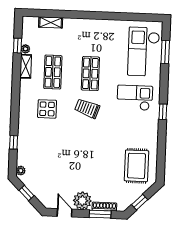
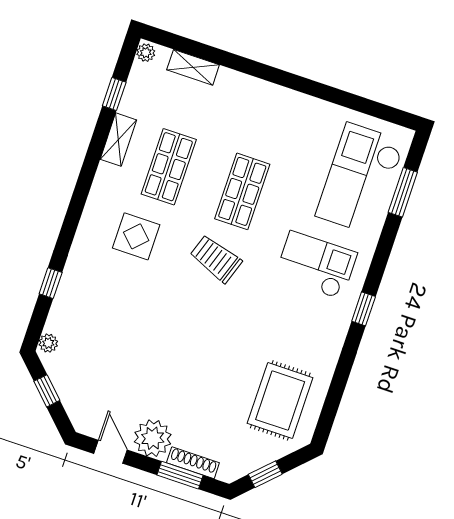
plant: (25, 49) -> (146, 53), moved

